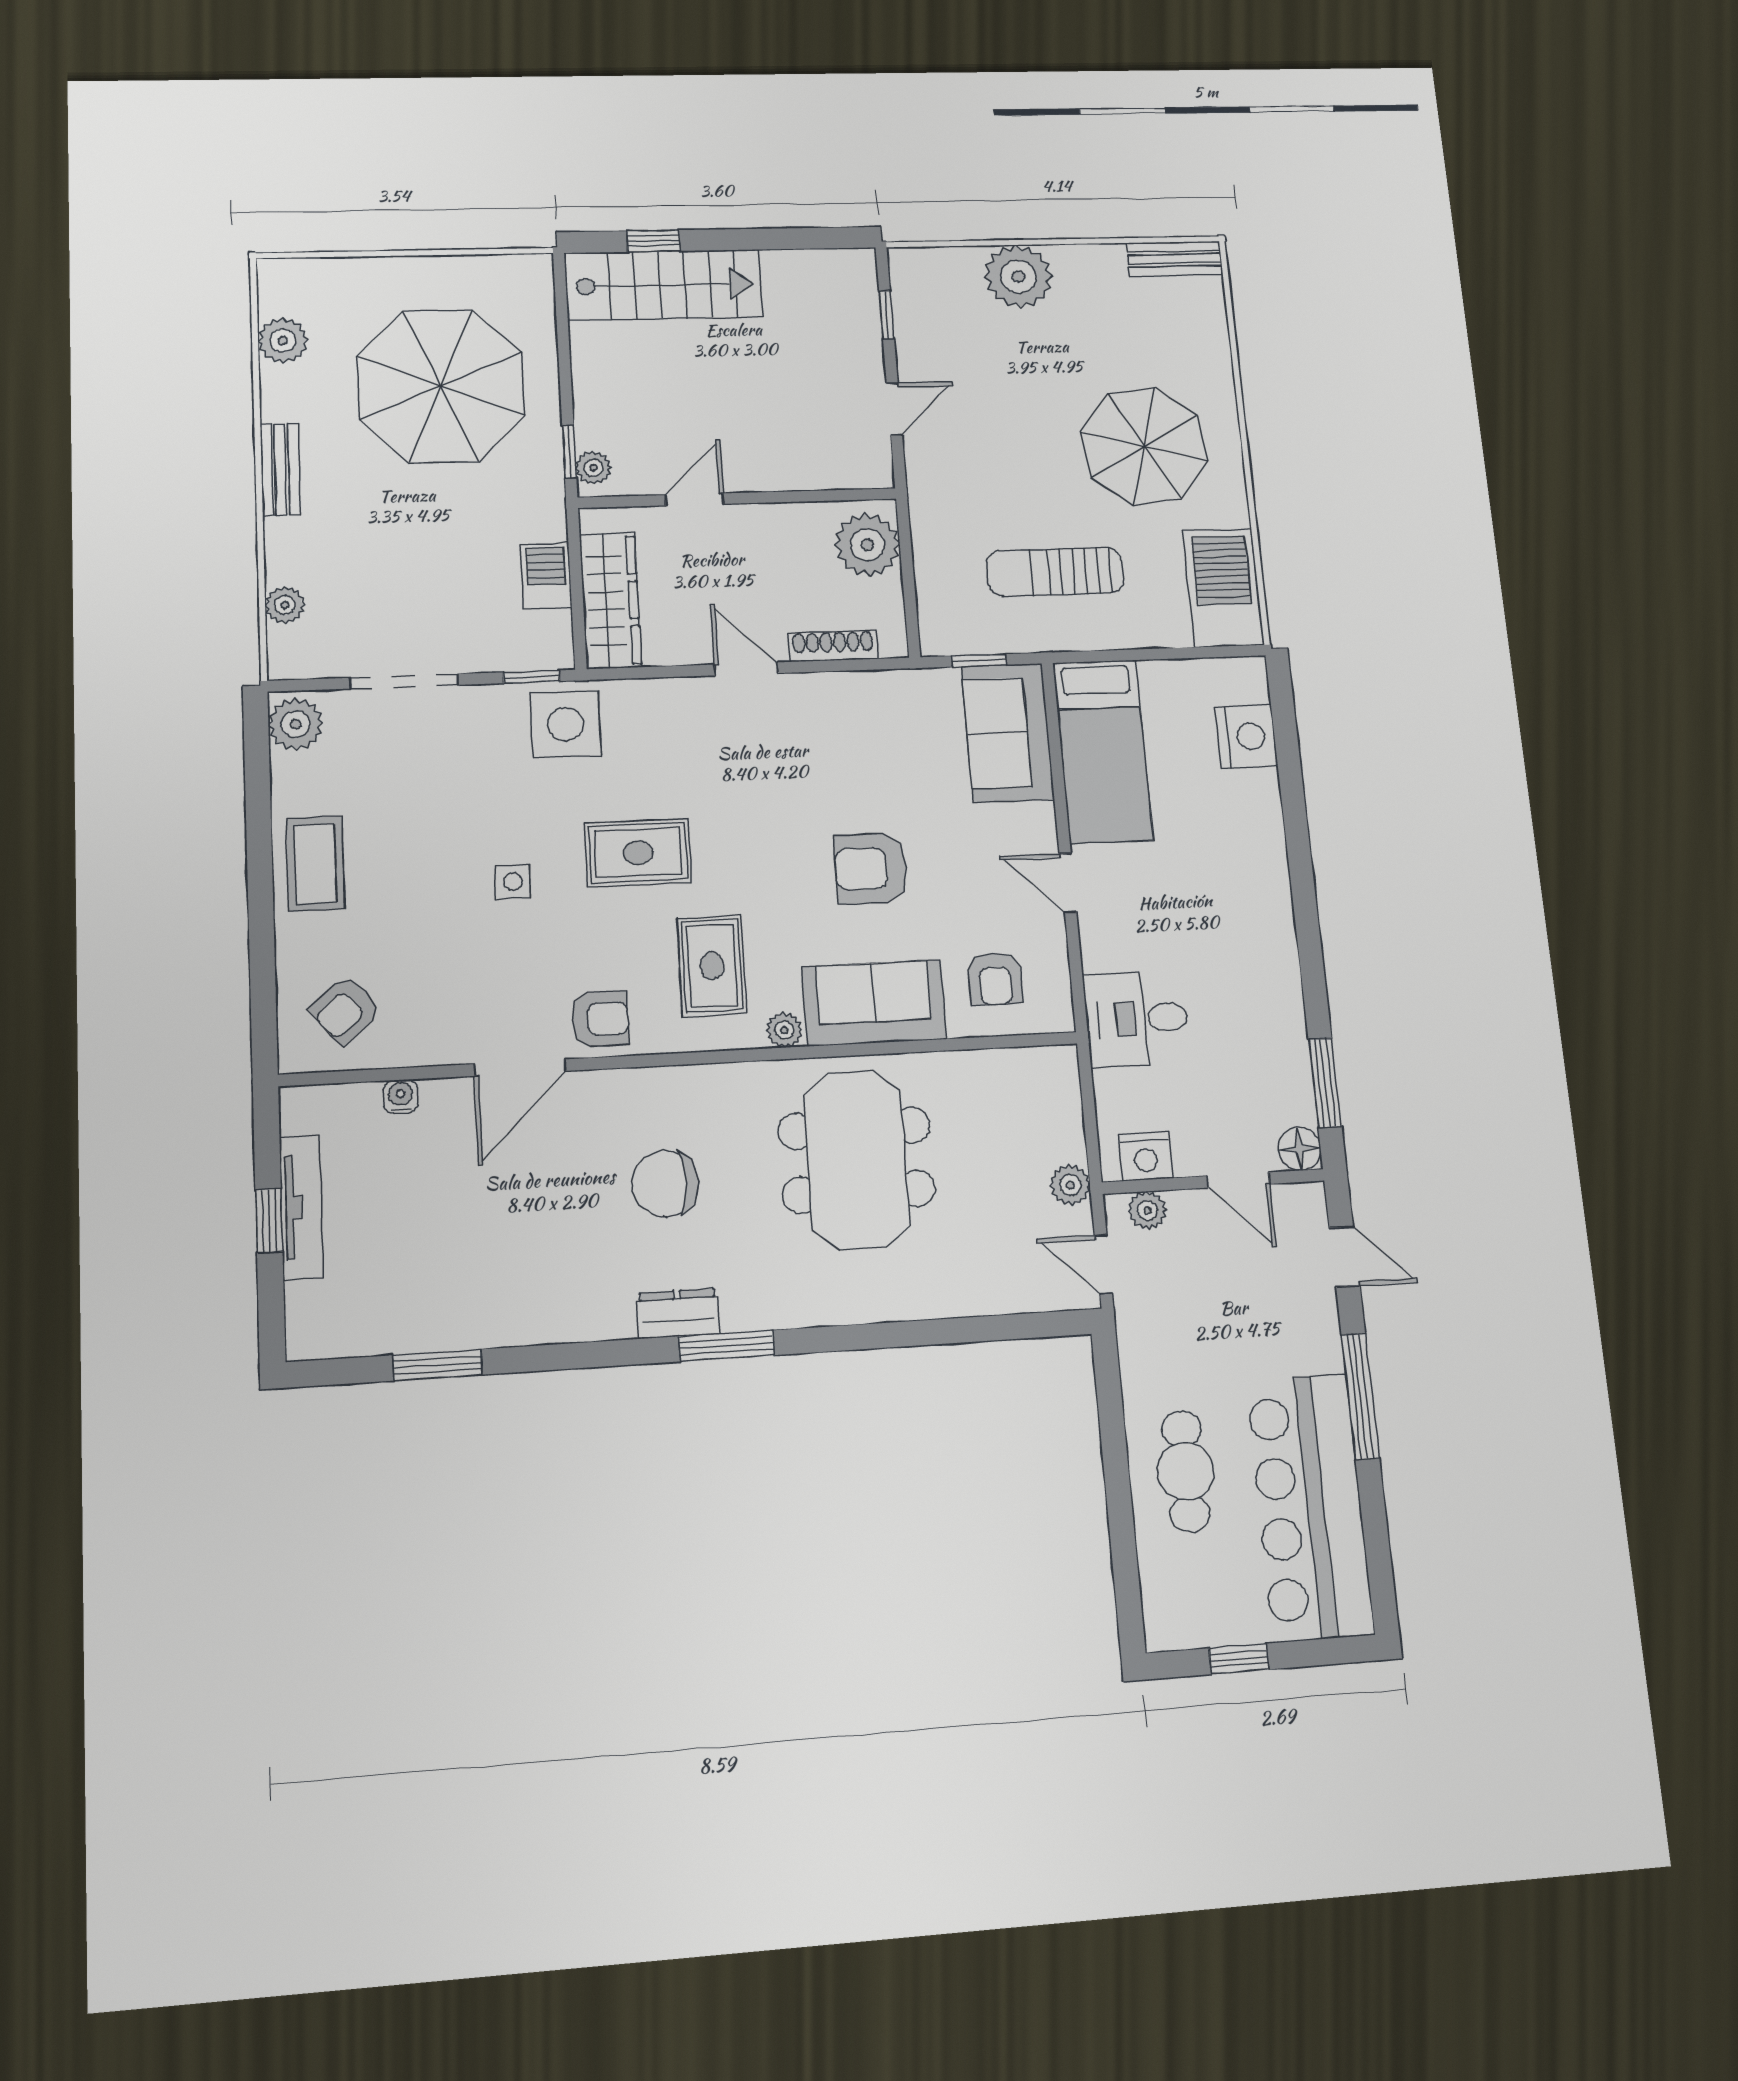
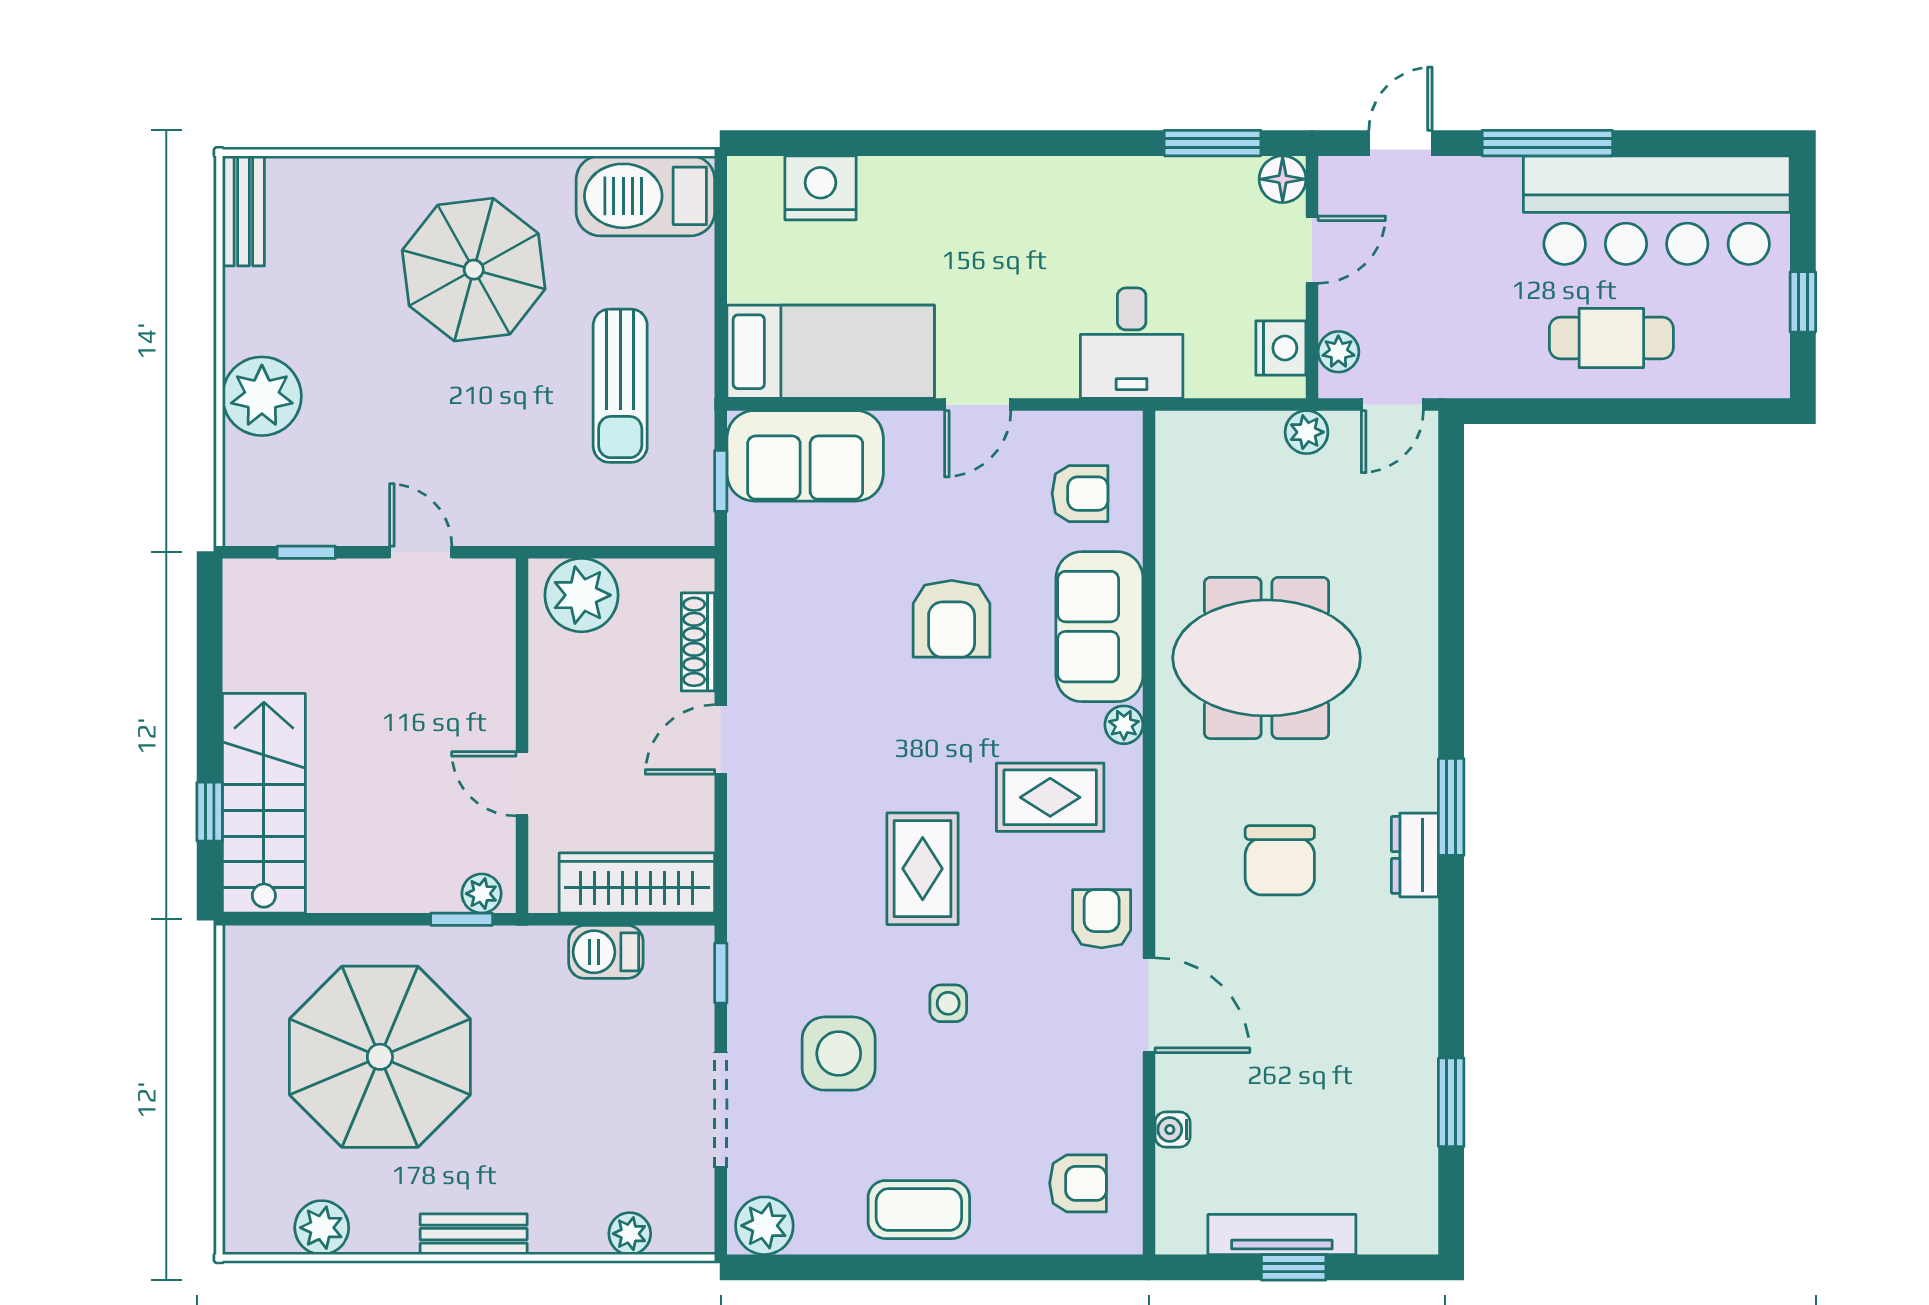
side table: (566, 724) -> (839, 1054), moved
armchair: (345, 1010) -> (1078, 1183), turned -49

